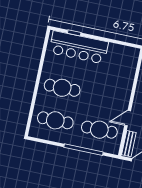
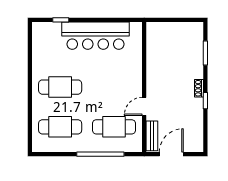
bar counter: (79, 47) -> (96, 36), moved

